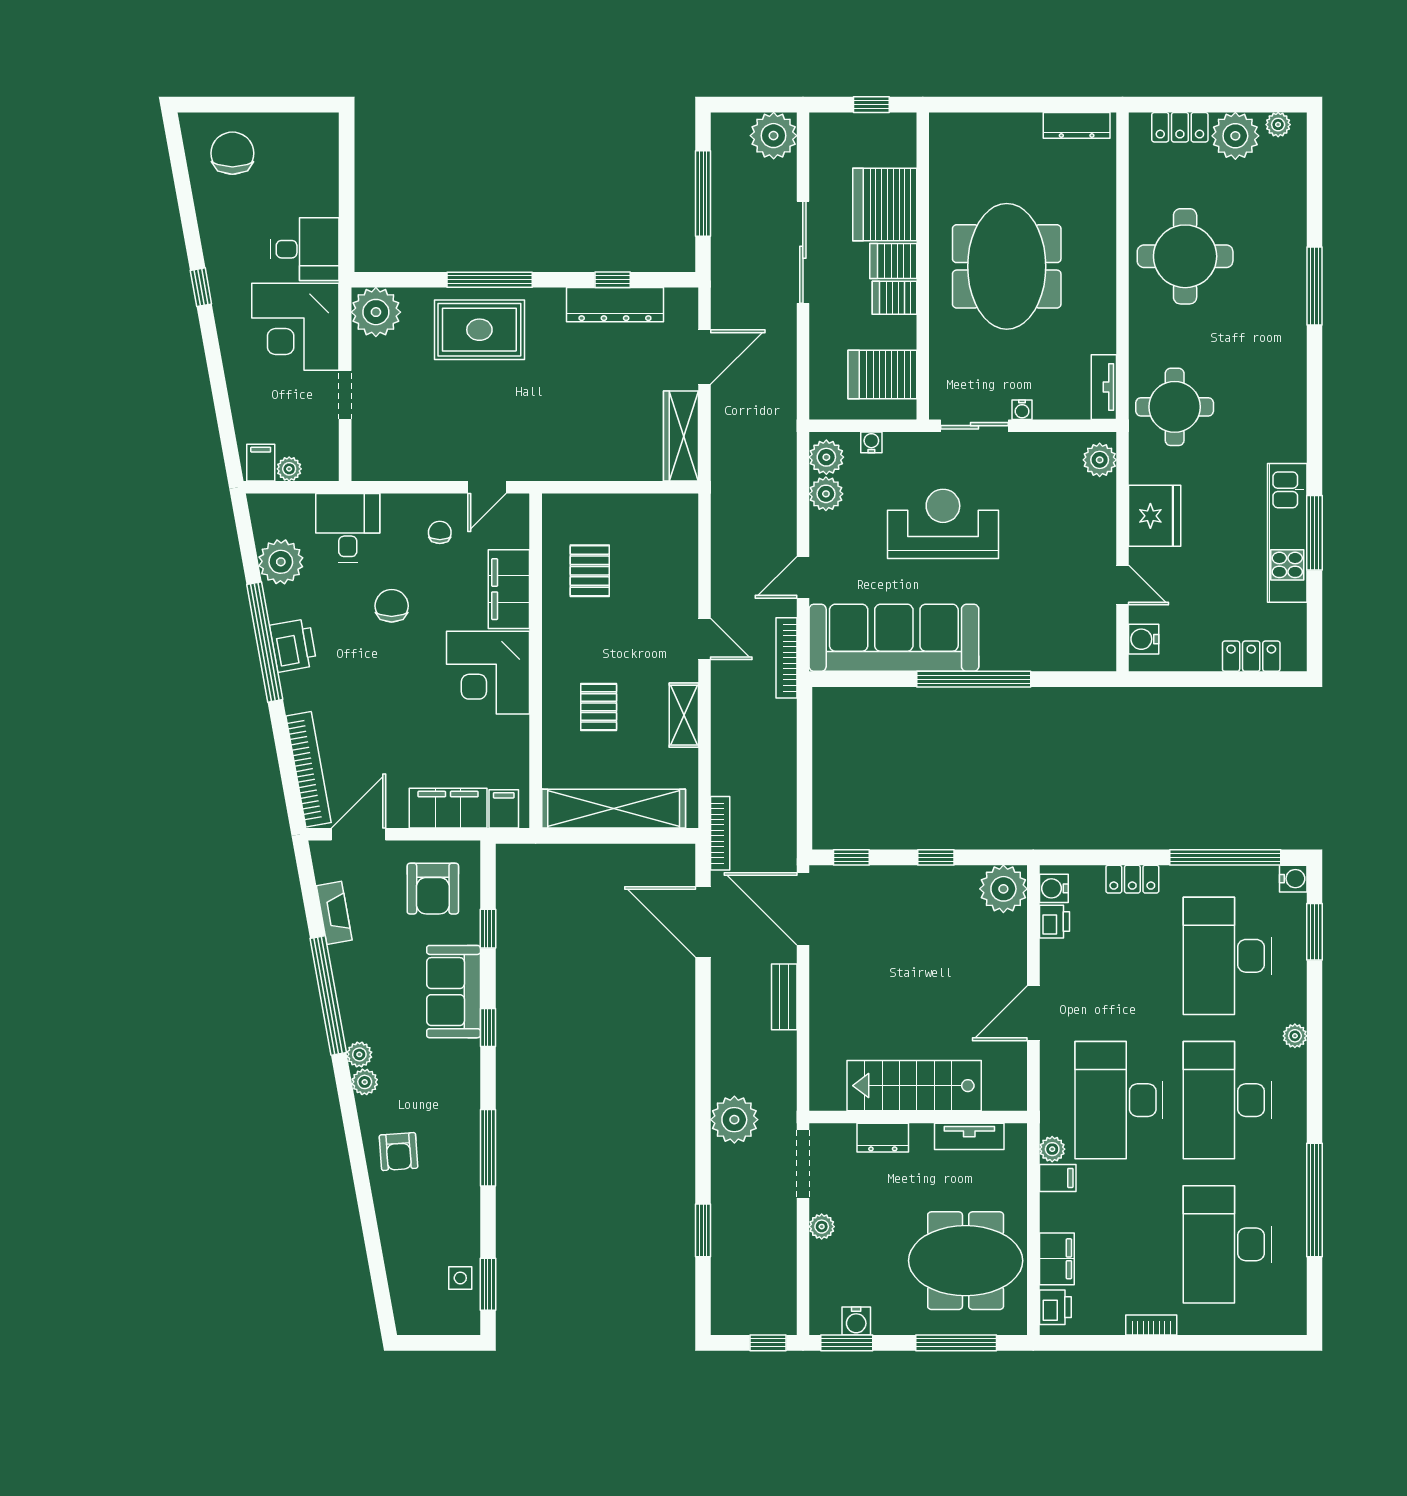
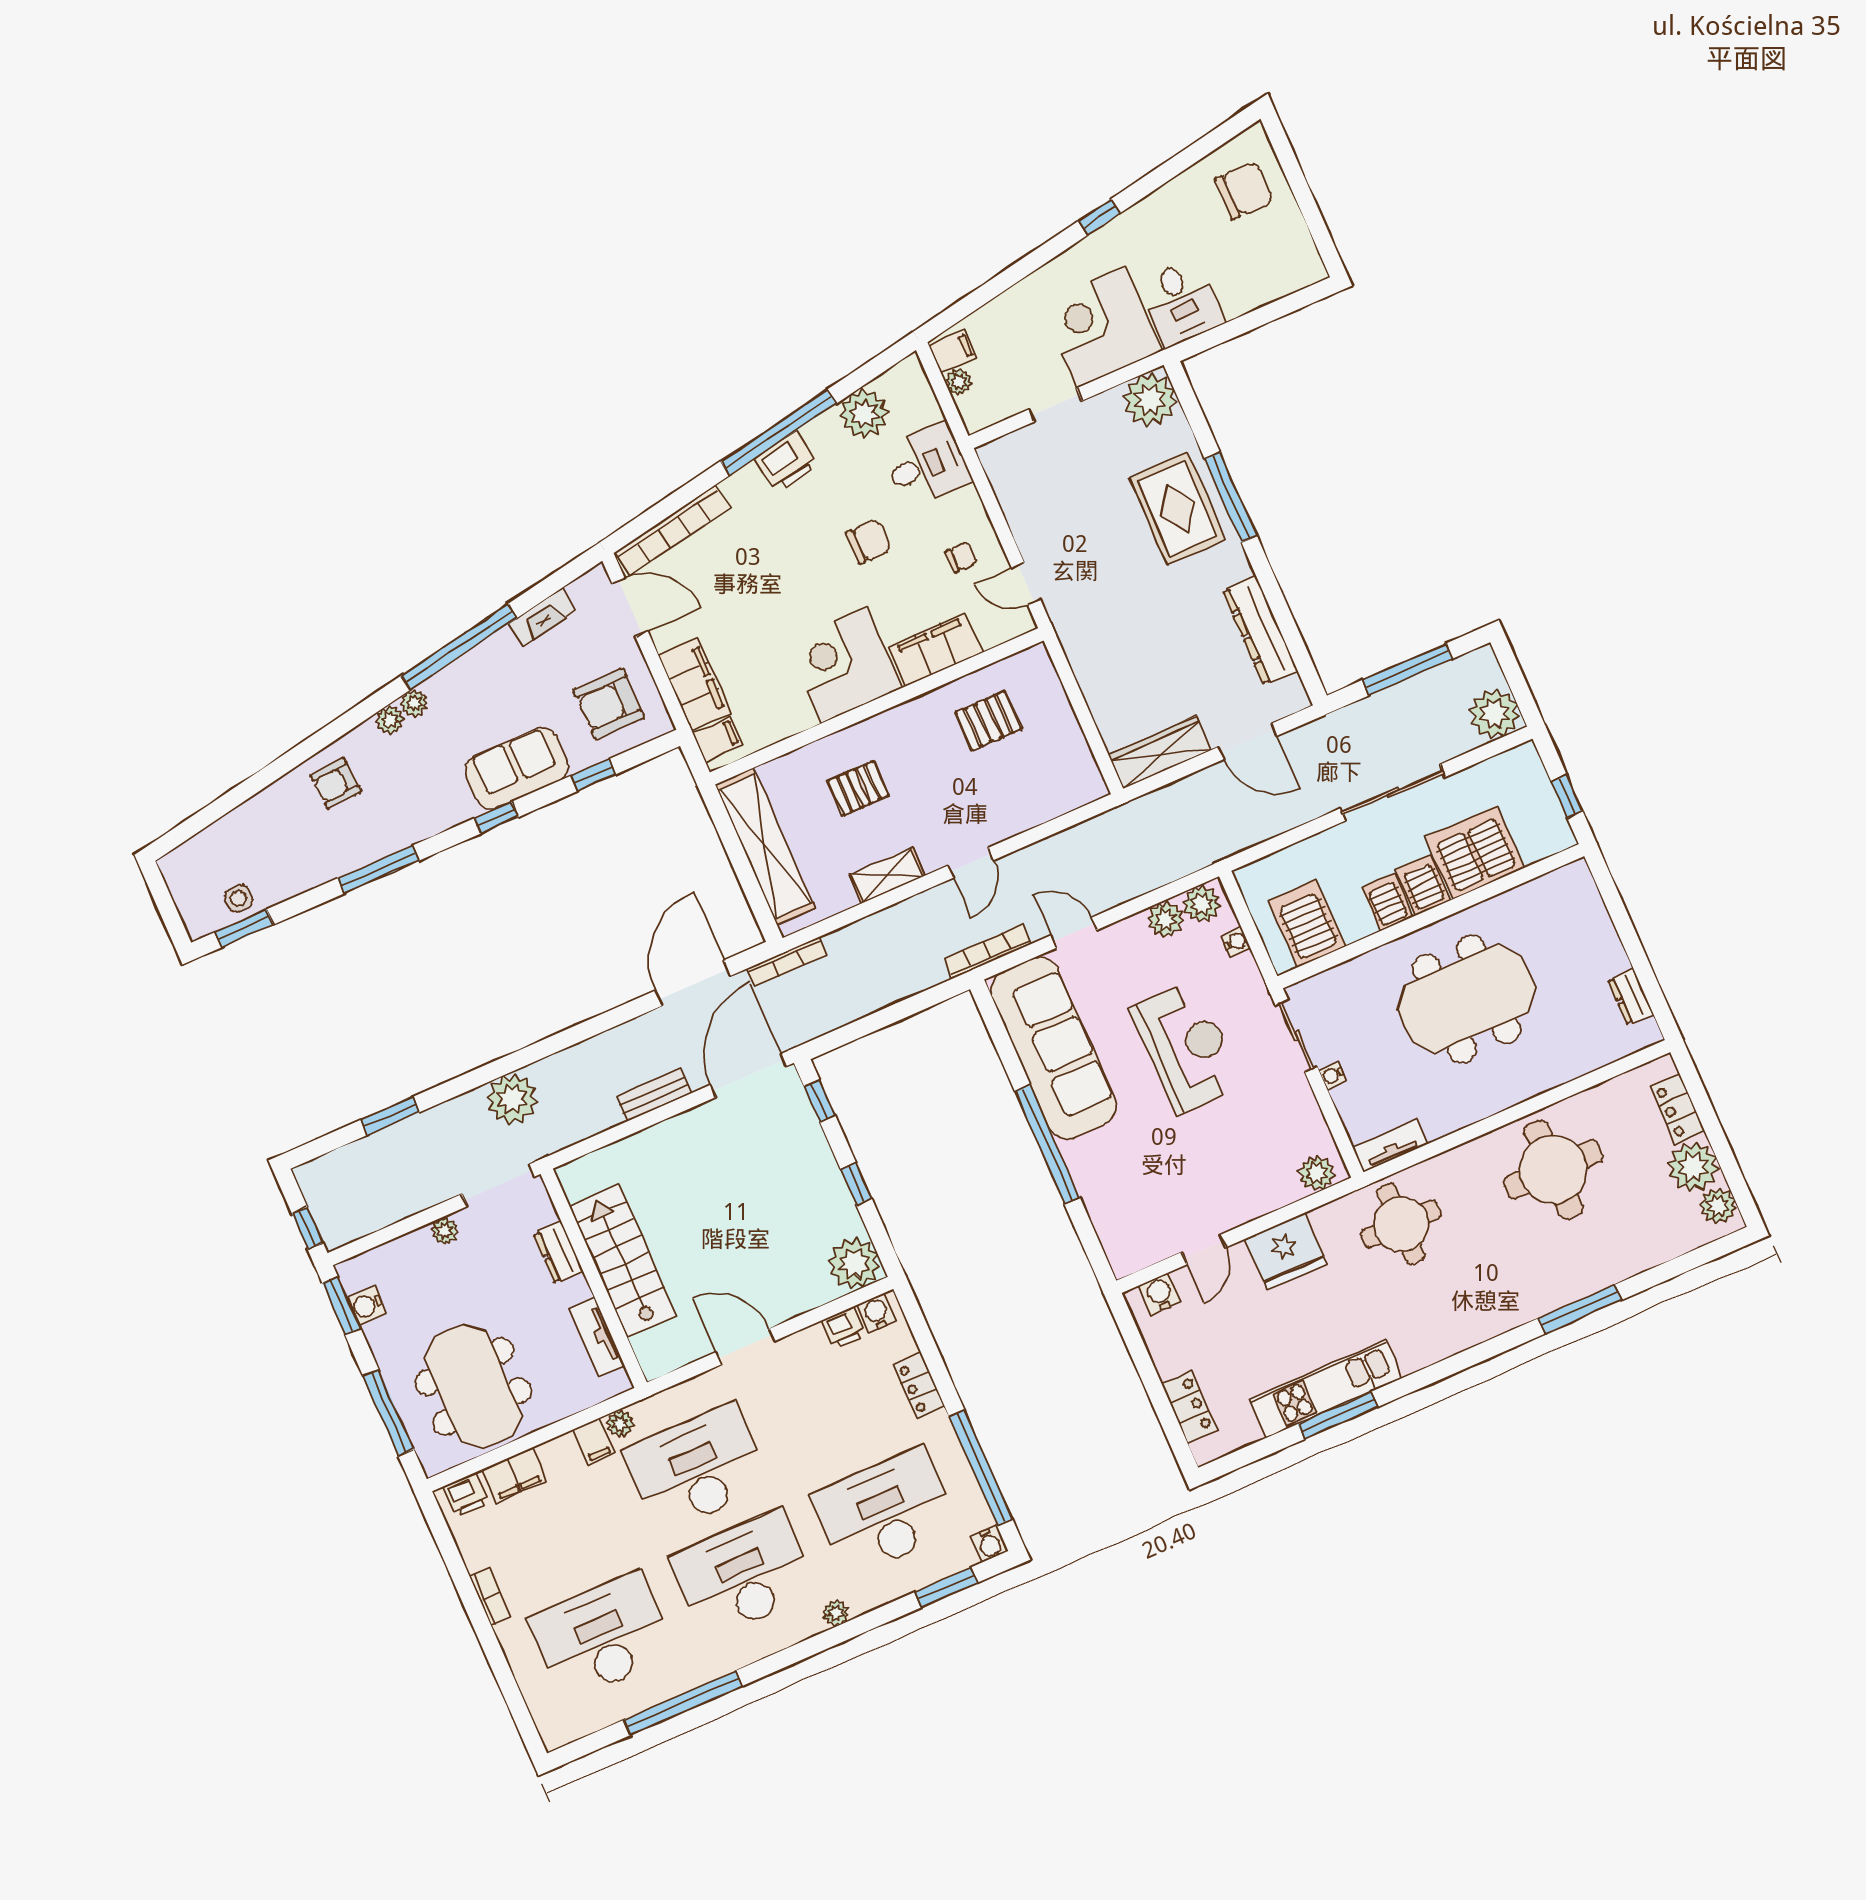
dresser: (1077, 125) -> (1631, 997), width x0.70
plant: (1278, 125) -> (1718, 1206), width x1.38, depth x1.38
window: (613, 280) -> (1284, 618), removed

